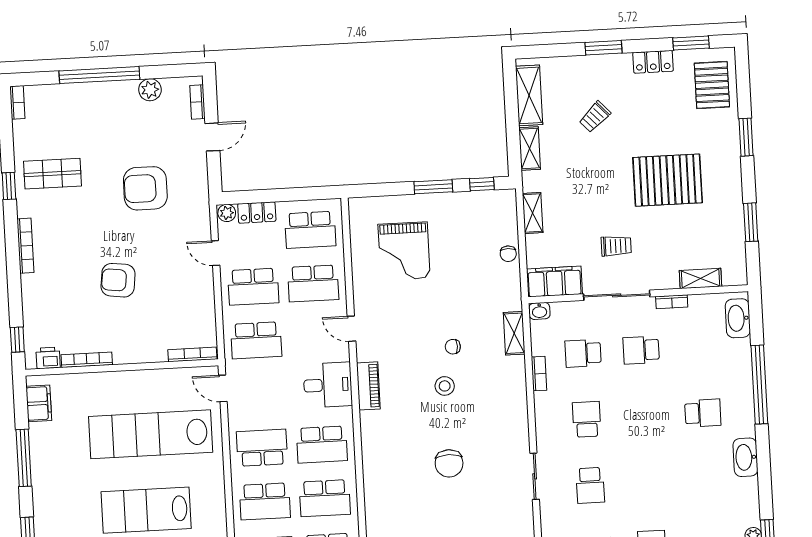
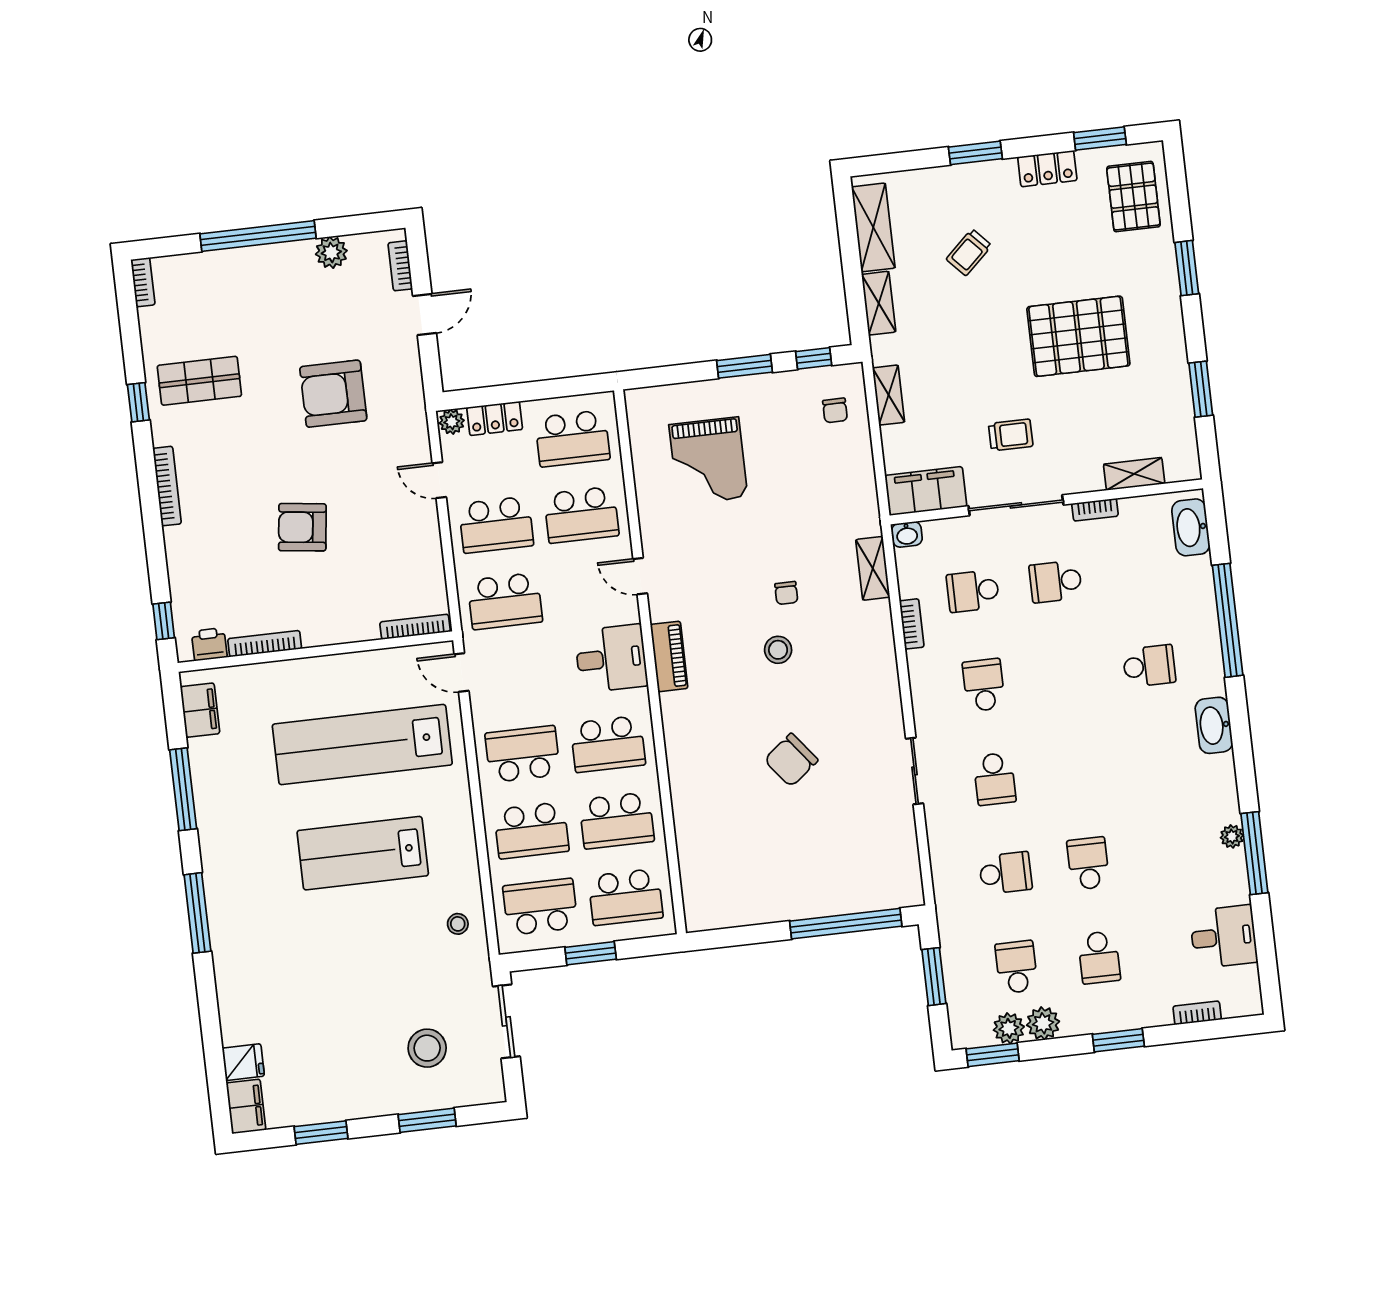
chair: (508, 254) -> (835, 410), moved
chair: (453, 347) -> (786, 593), turned -90
chair: (449, 463) -> (791, 760), turned 52

